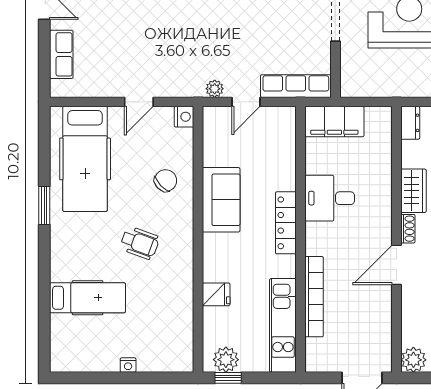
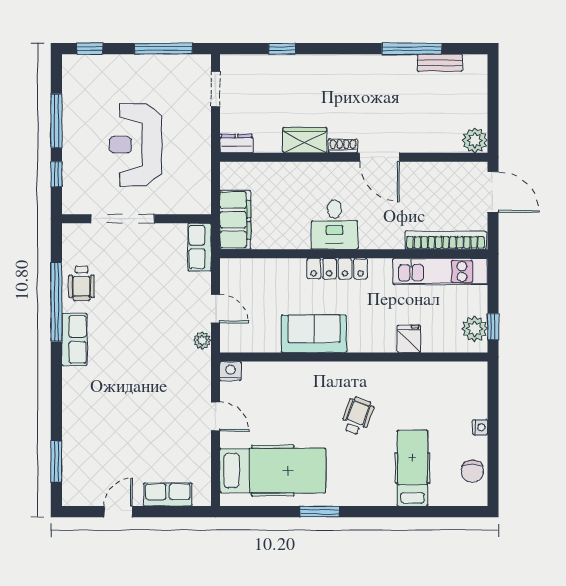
row of seats: (296, 86) -> (200, 247), width x0.68
chair: (166, 181) -> (472, 471), moved, turned -137
desk: (330, 198) -> (334, 225), moved
bookcase: (314, 297) -> (446, 240), moved

